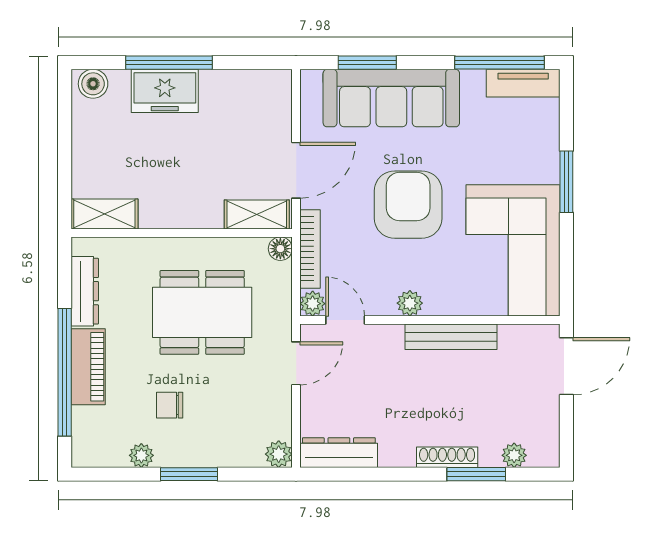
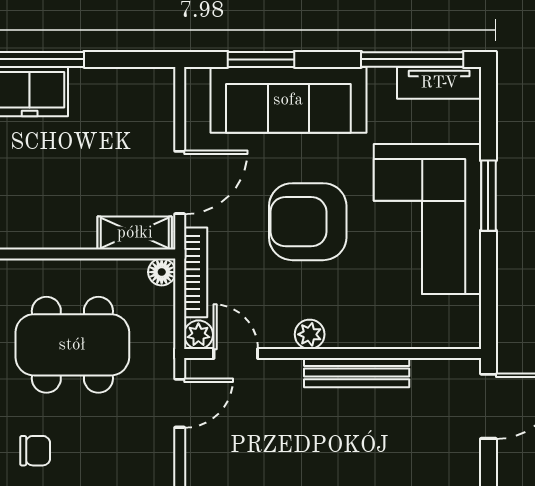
armchair: (408, 205) -> (308, 222), turned -90
corner sofa: (513, 250) -> (428, 219), moved
chair: (170, 405) -> (35, 451), turned 180

